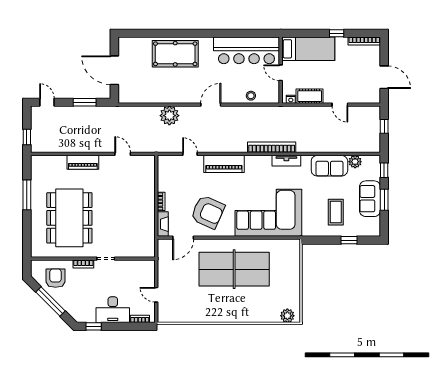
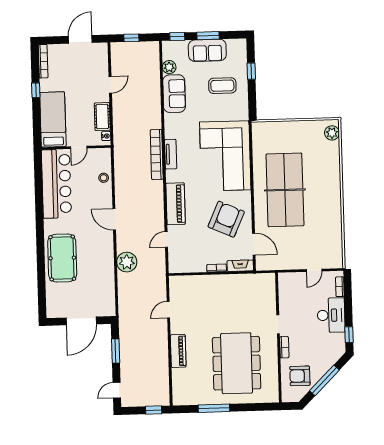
tv unit: (286, 161) -> (171, 154), moved
dining table: (69, 218) -> (237, 363), turned 90

